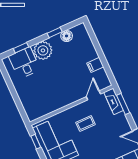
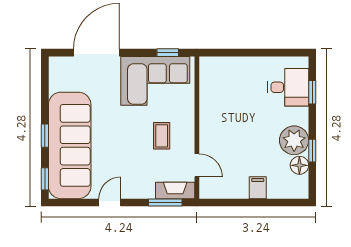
plant: (43, 50) -> (294, 140), moved
filing cabinet: (95, 65) -> (258, 188), moved

